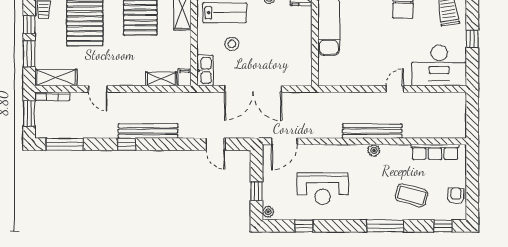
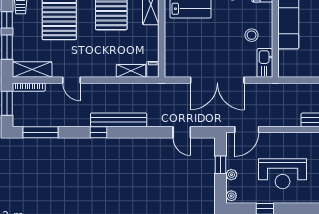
stool: (232, 44) -> (252, 35), moved
kitchen sink: (205, 70) -> (265, 63), moved, turned 180
plant: (268, 189) -> (231, 175), added
window: (257, 191) -> (221, 165), moved

